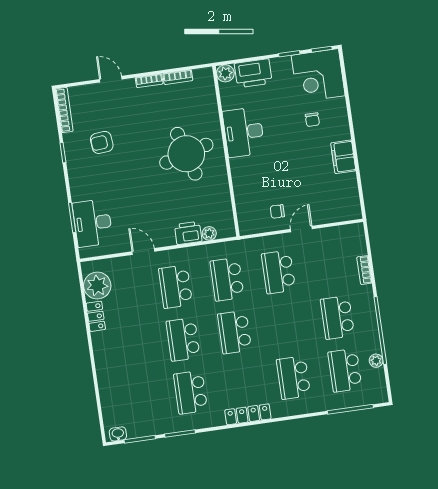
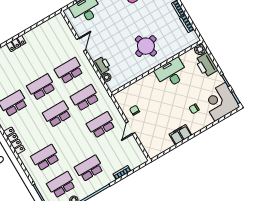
round table: (186, 154) -> (146, 46), width x0.73, depth x0.73
door: (301, 229) -> (130, 128), swing flipped
plant: (97, 286) -> (52, 27), removed
locker: (96, 316) -> (16, 43), moved

